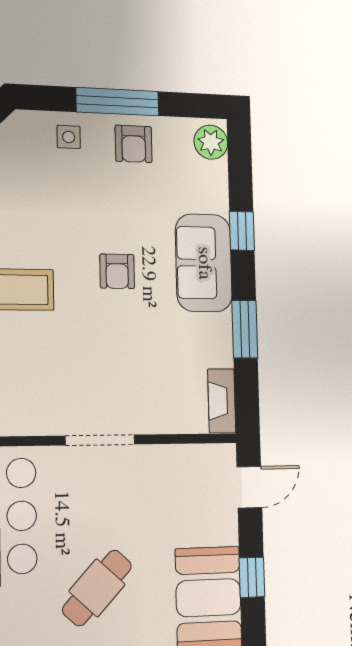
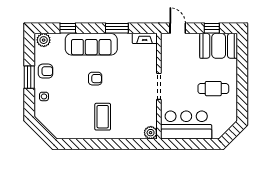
window: (118, 102) -> (29, 77), width x0.69
window: (242, 231) -> (68, 28), moved
sofa: (204, 263) -> (91, 44), width x1.36
cafe table: (97, 588) -> (213, 89), turned -43

